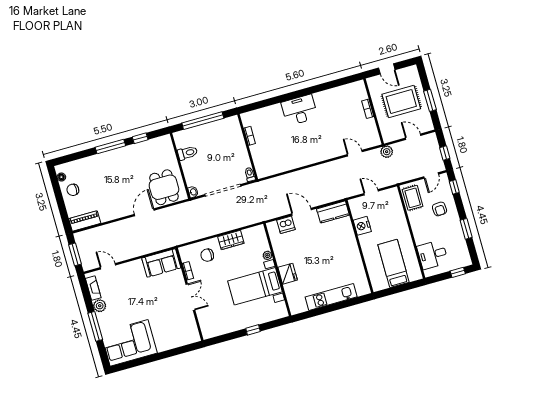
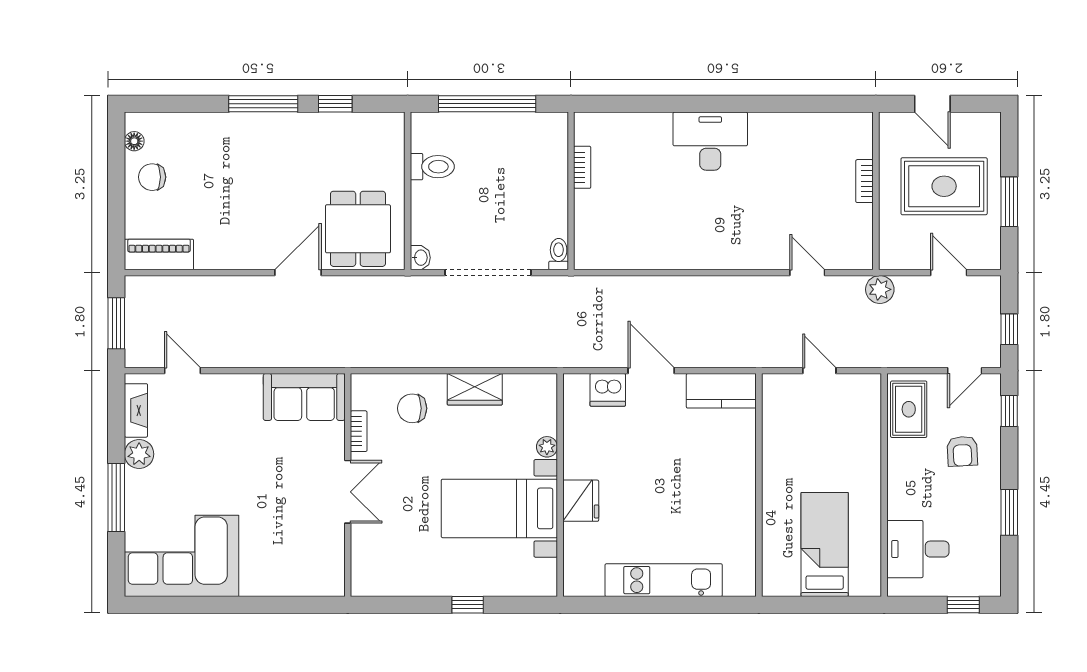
nightstand: (362, 226) -> (778, 440), removed

